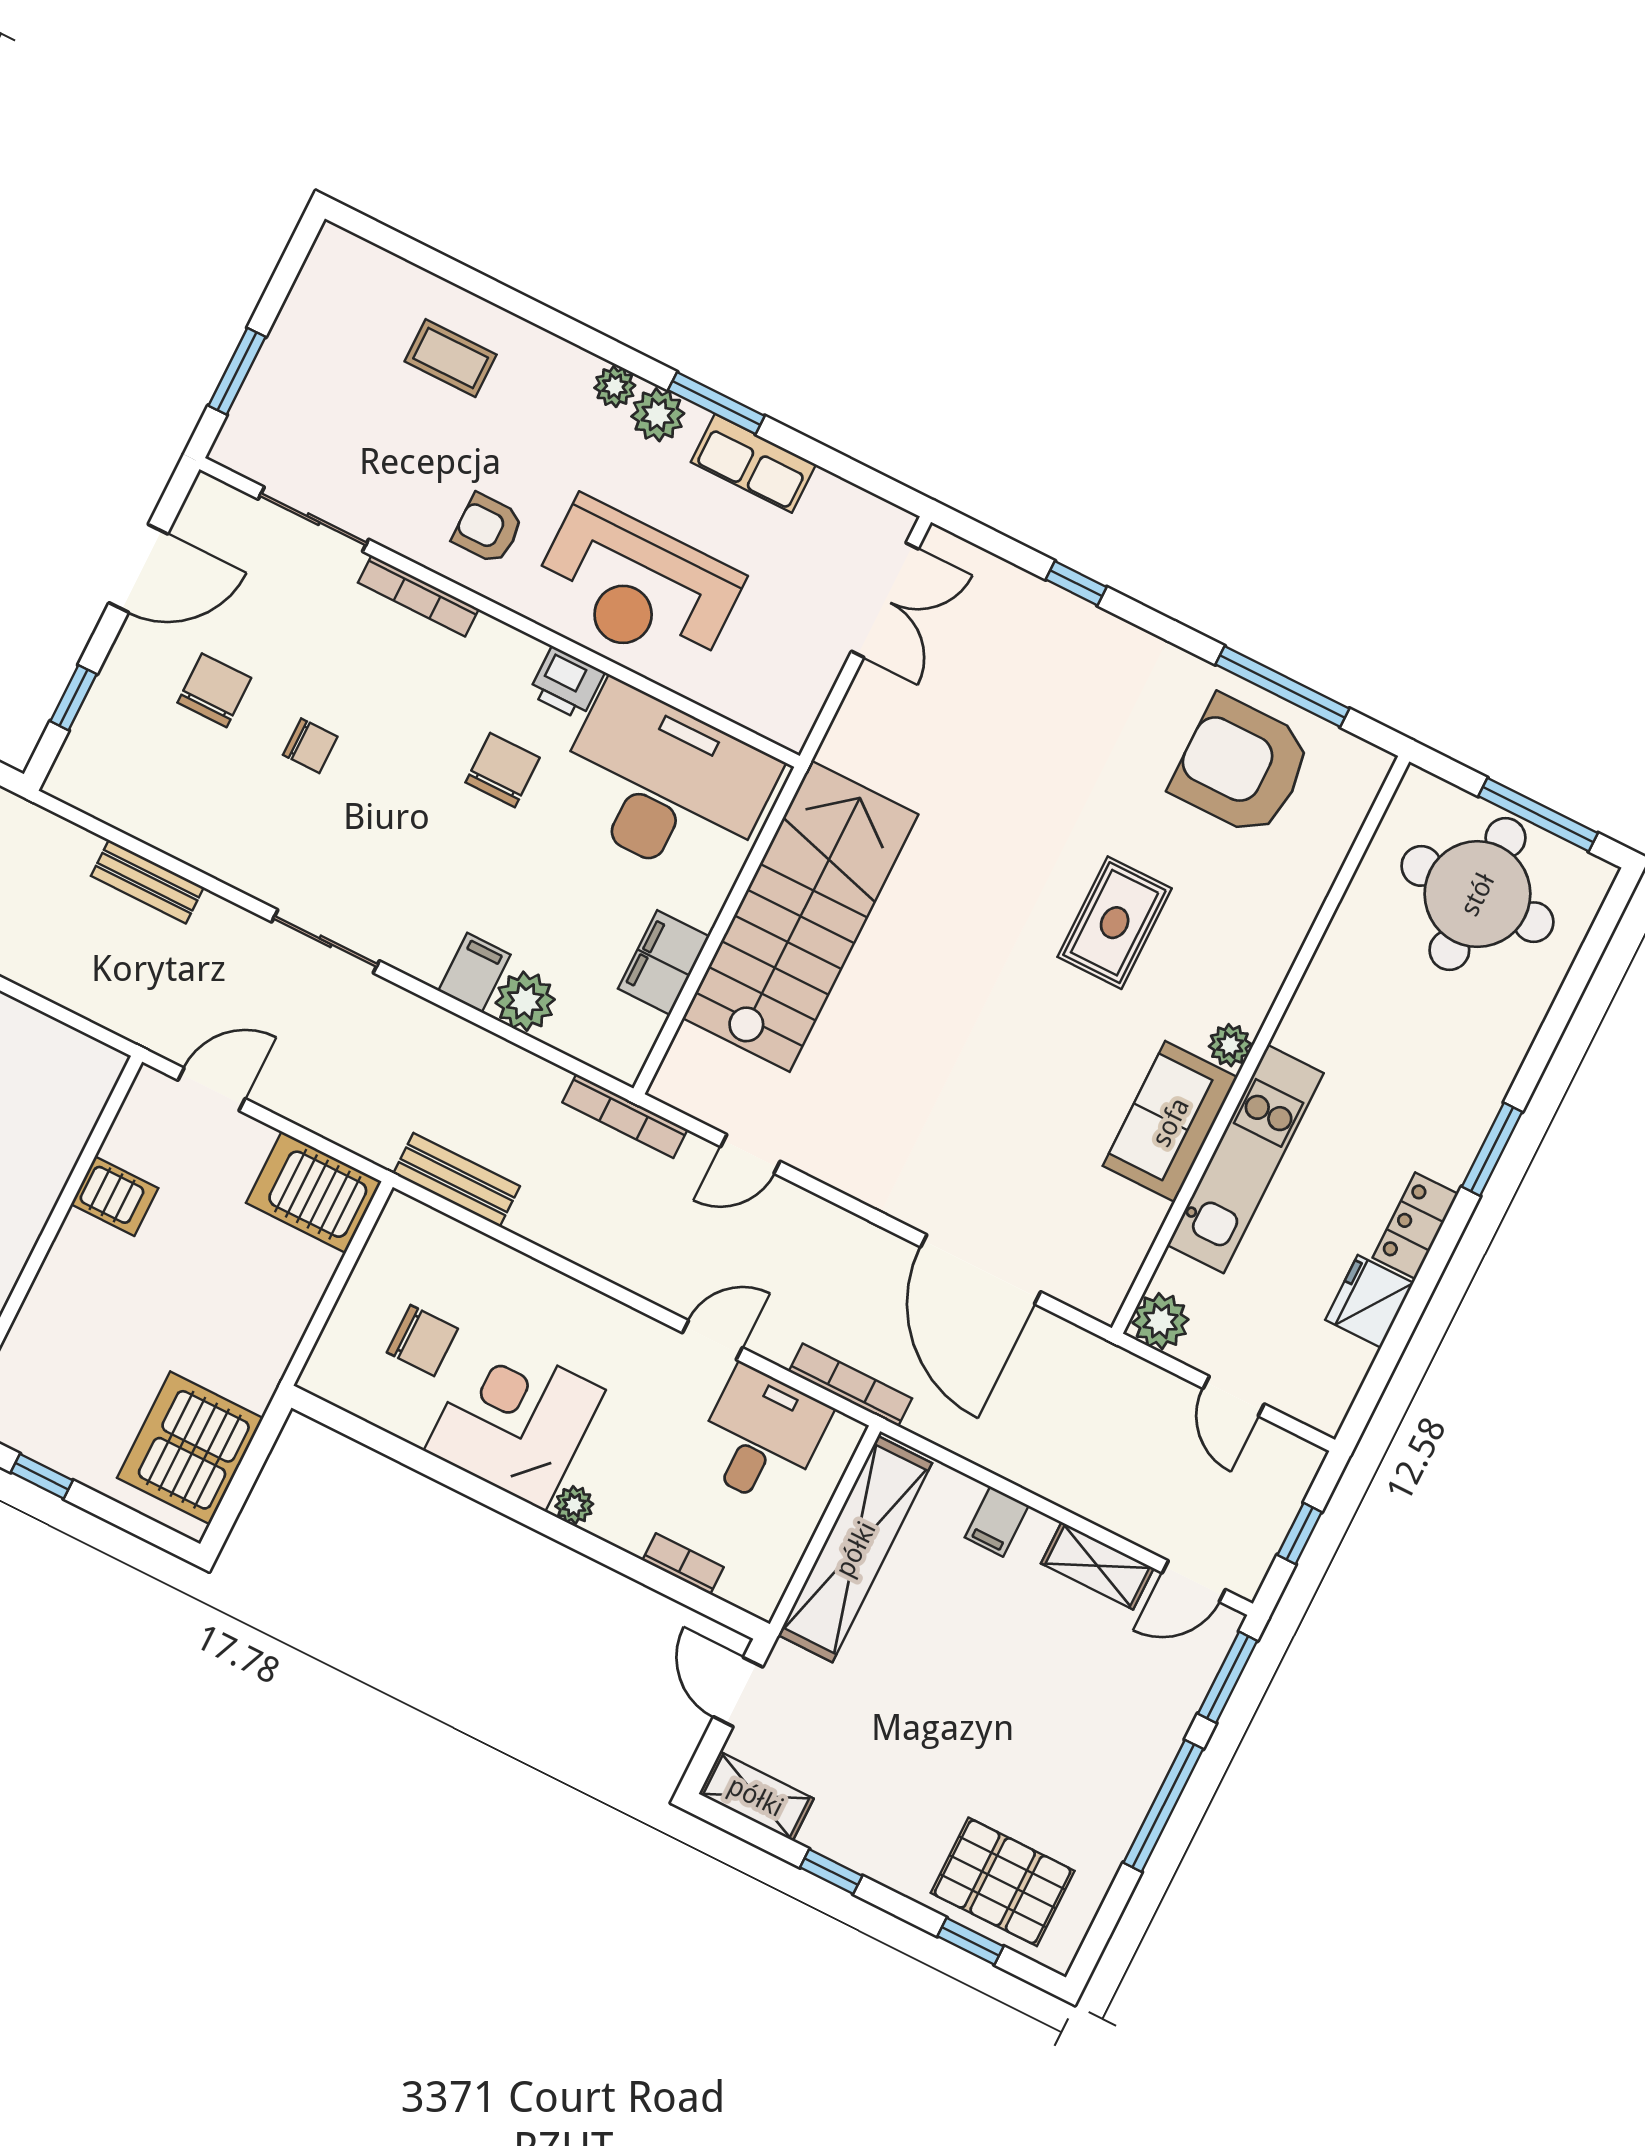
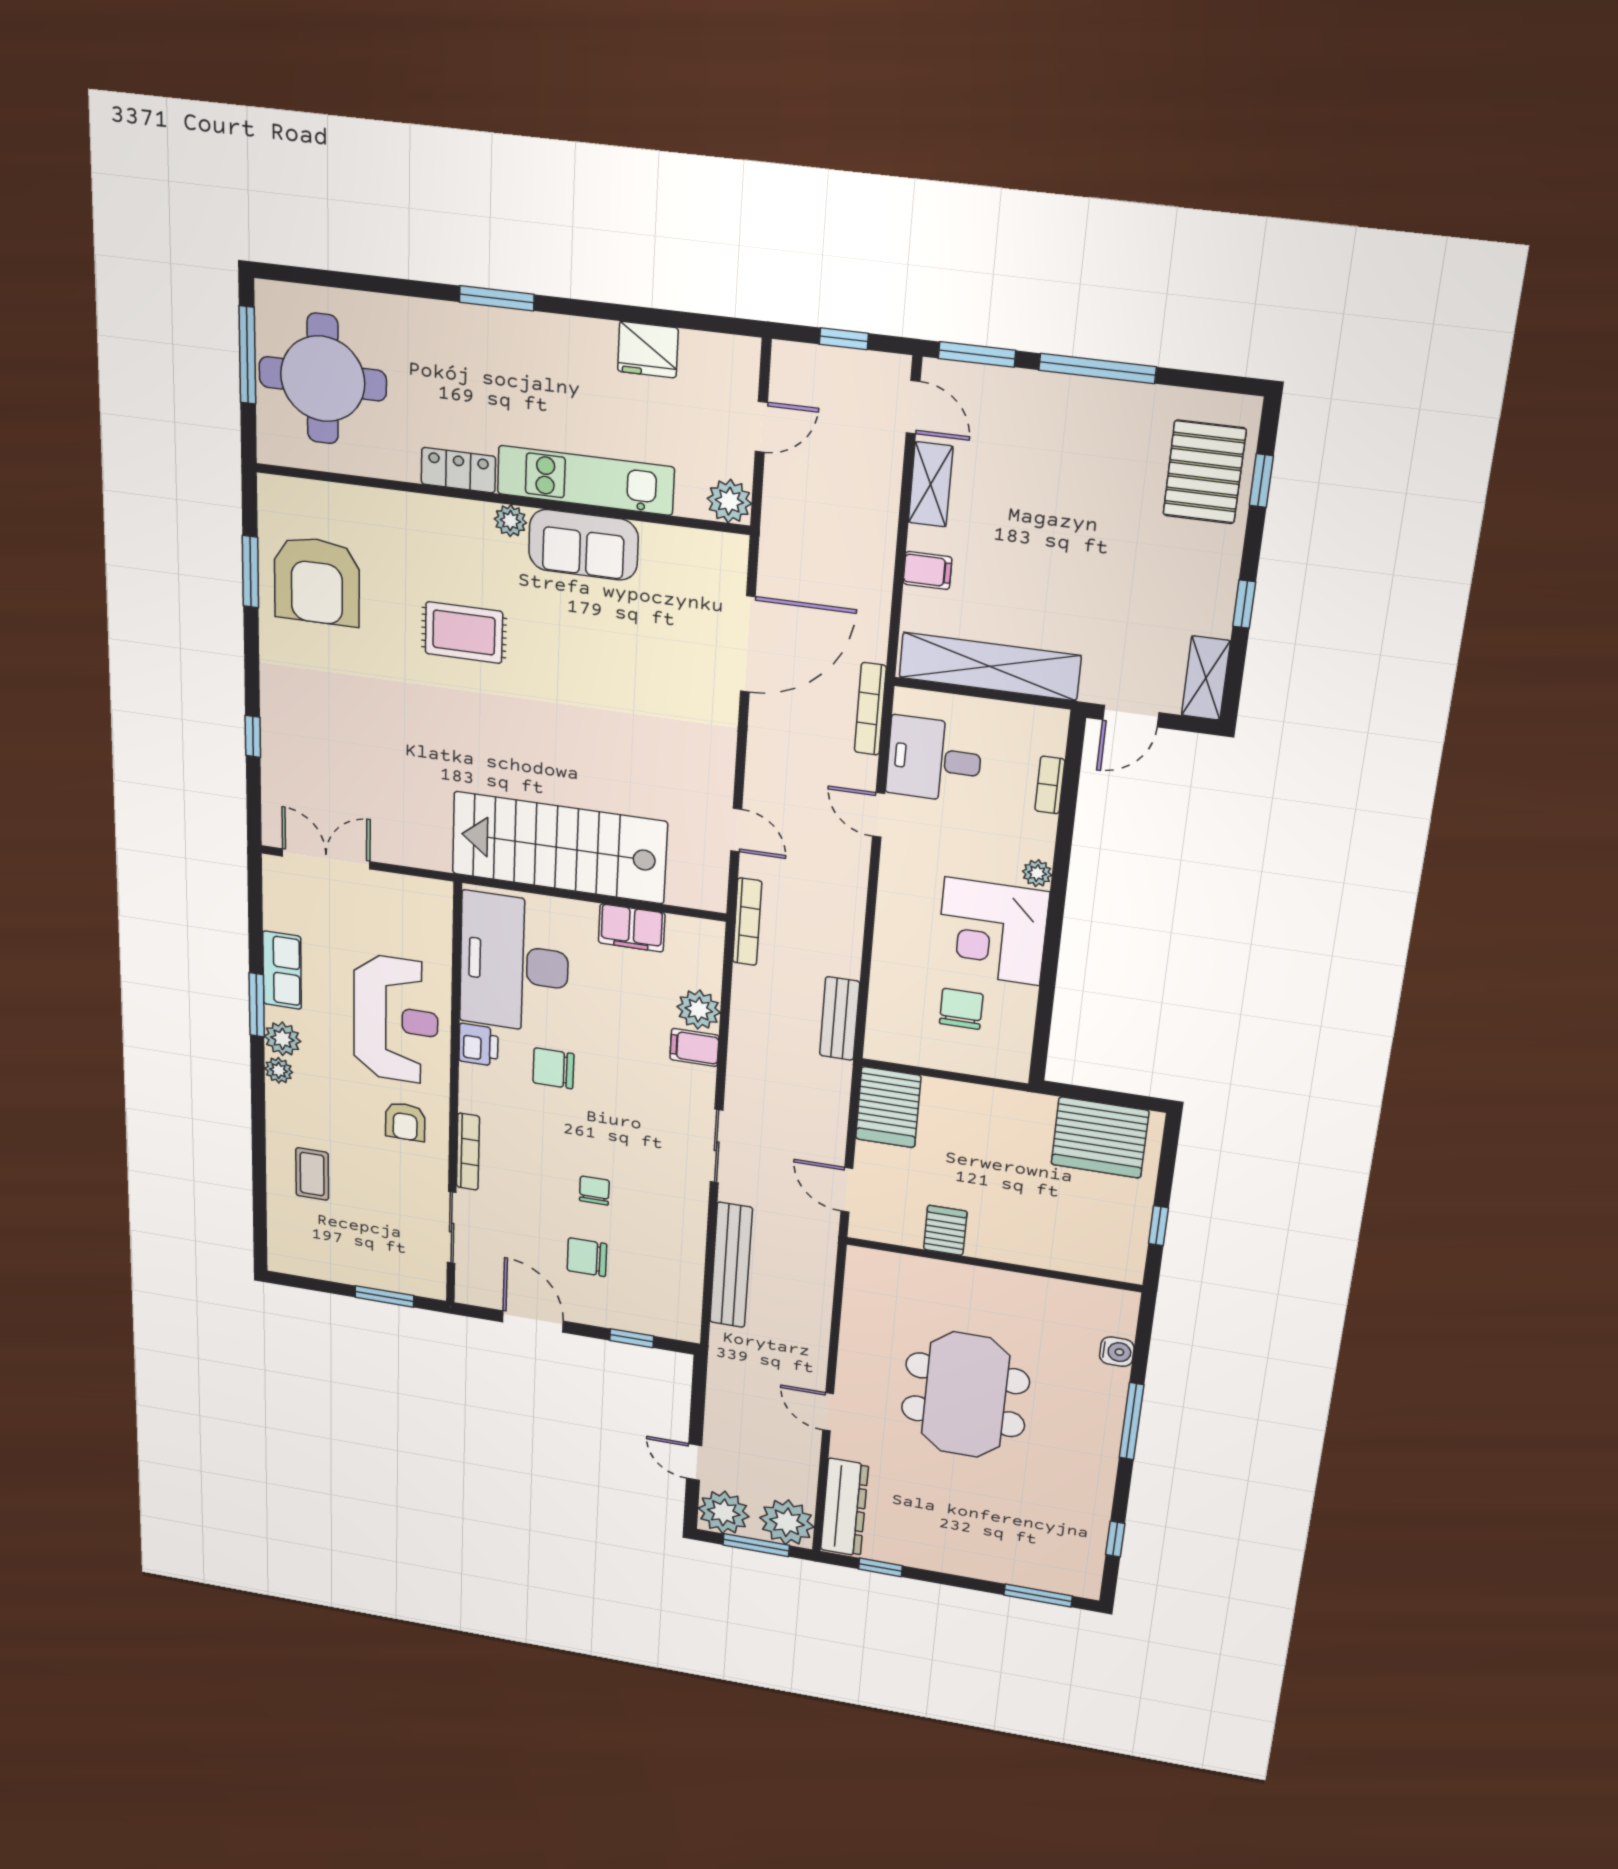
window: (1282, 686) -> (250, 572), width x0.69
bench: (147, 882) -> (731, 1265), width x1.86, depth x1.21
locker: (1415, 1226) -> (458, 470), moved, turned 180

